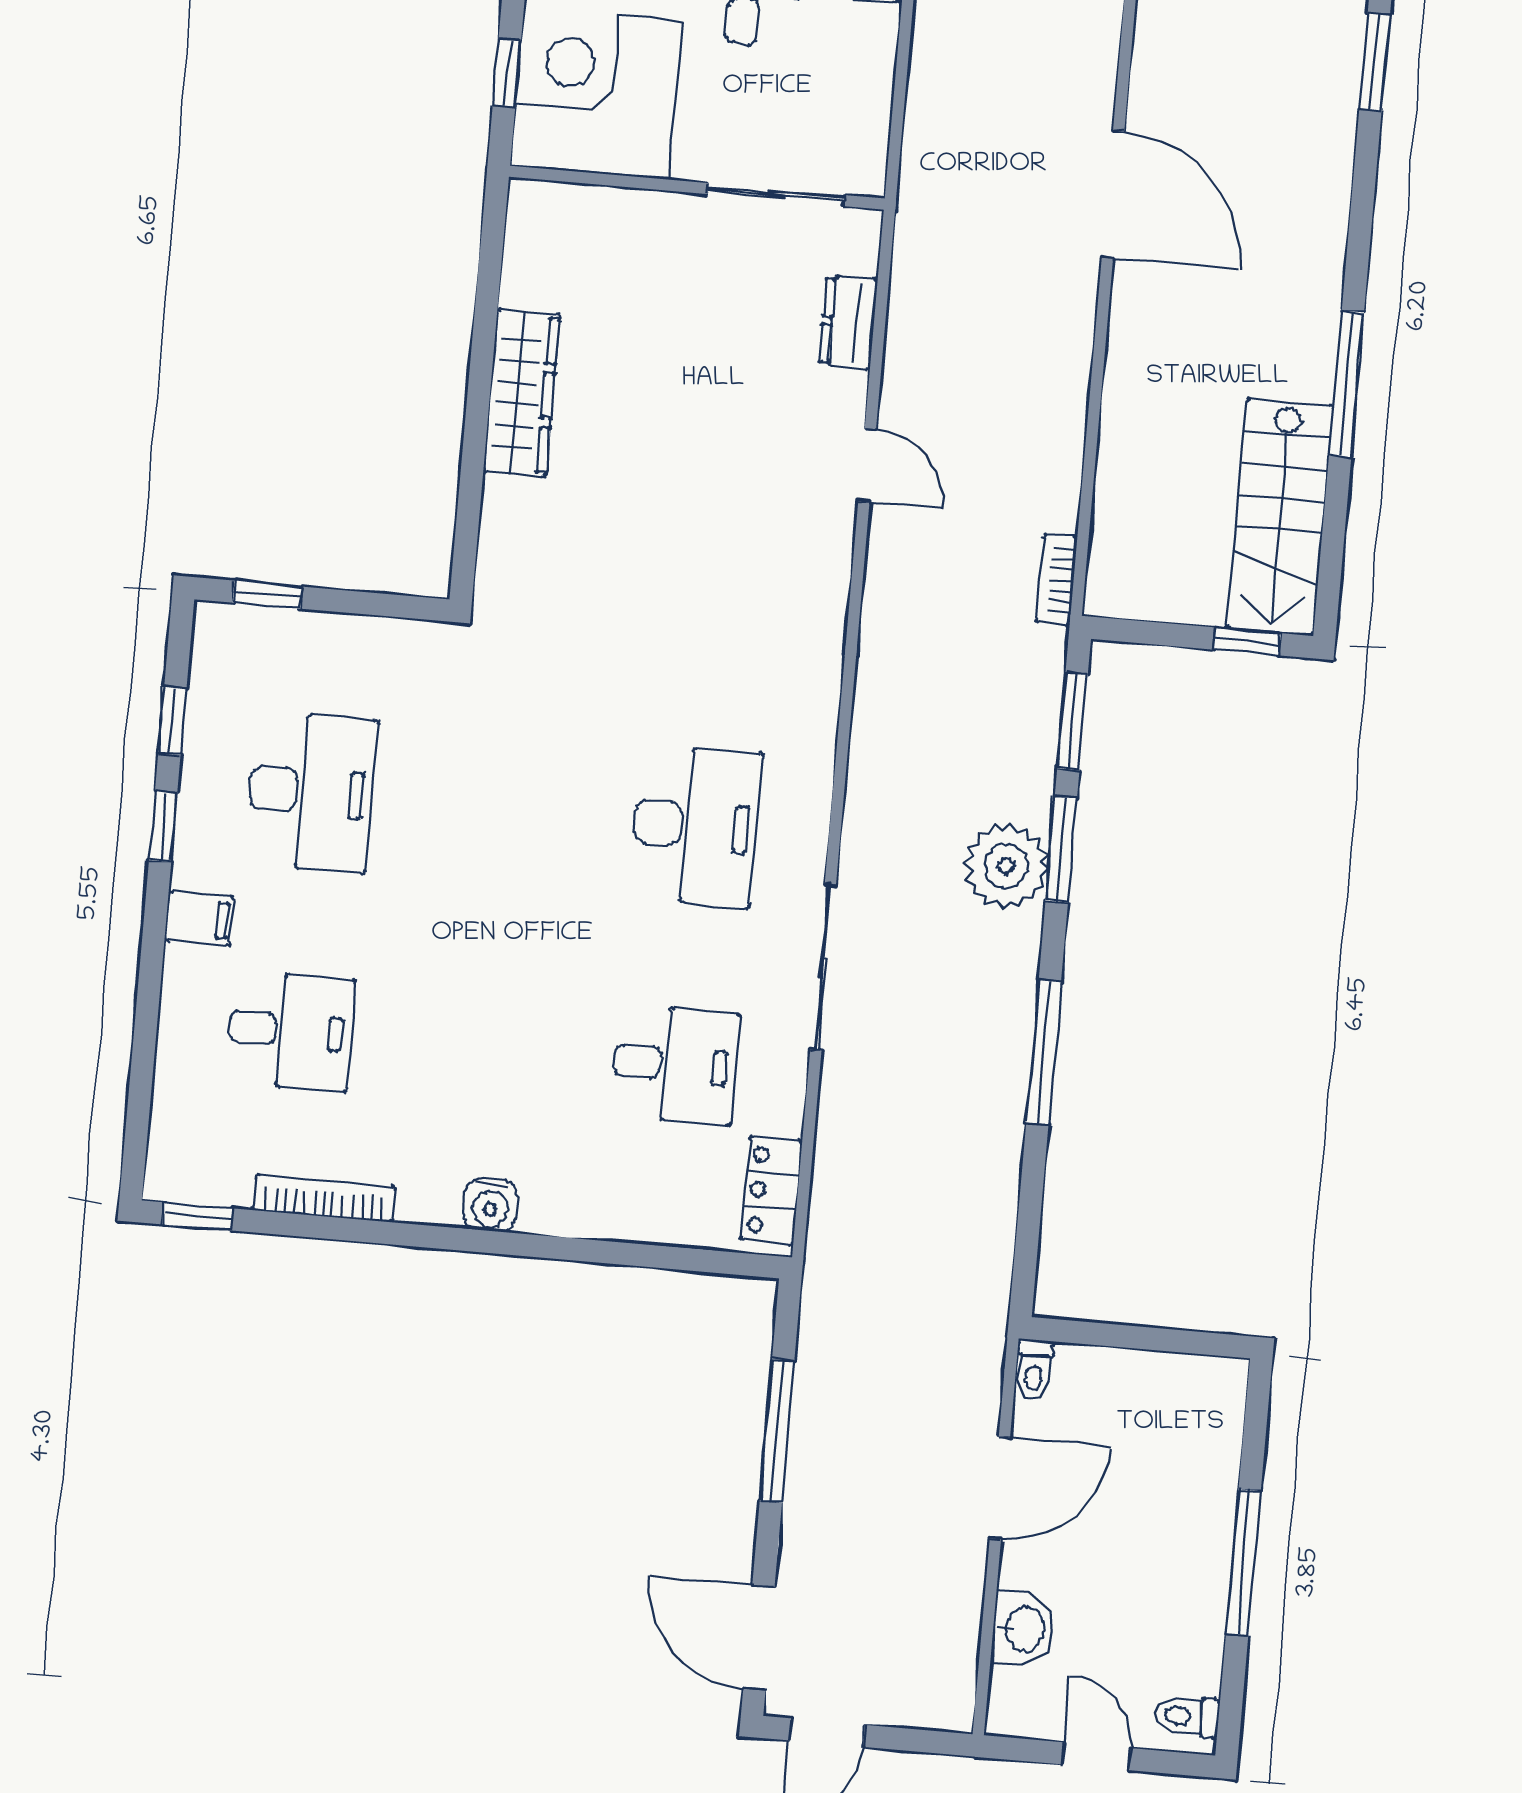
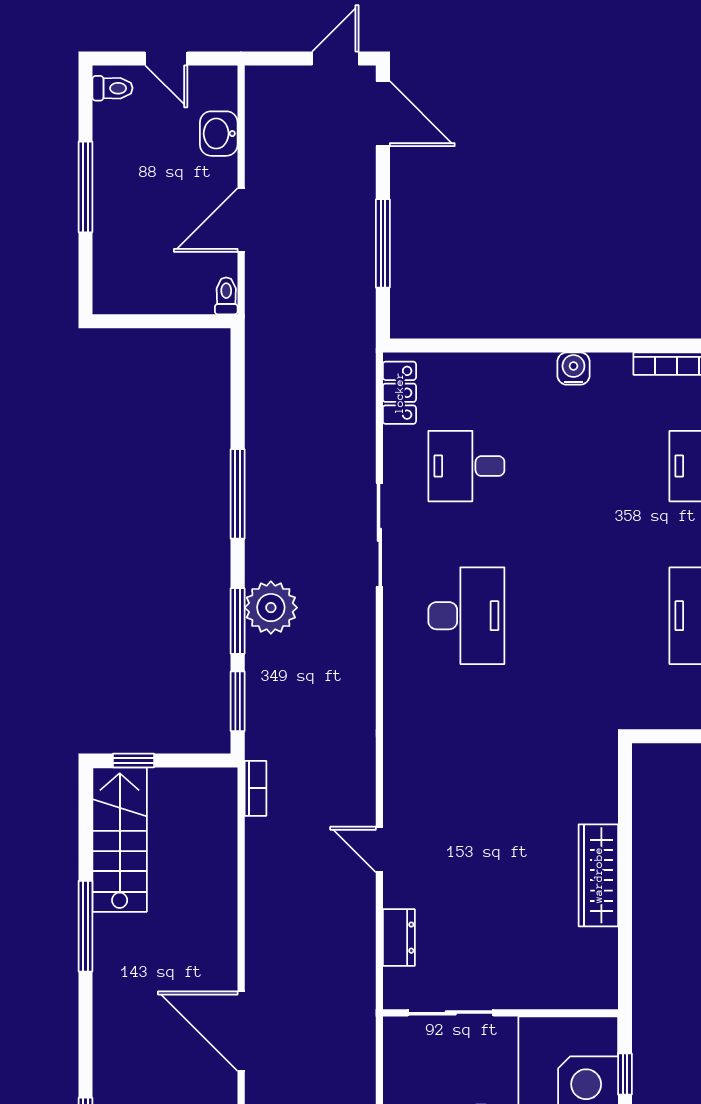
desk: (696, 826) -> (466, 616), turned 180

